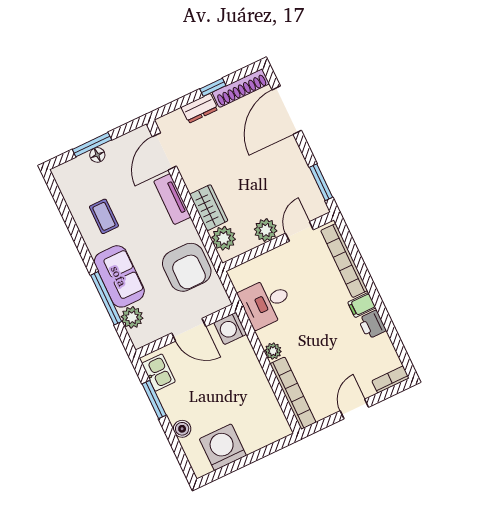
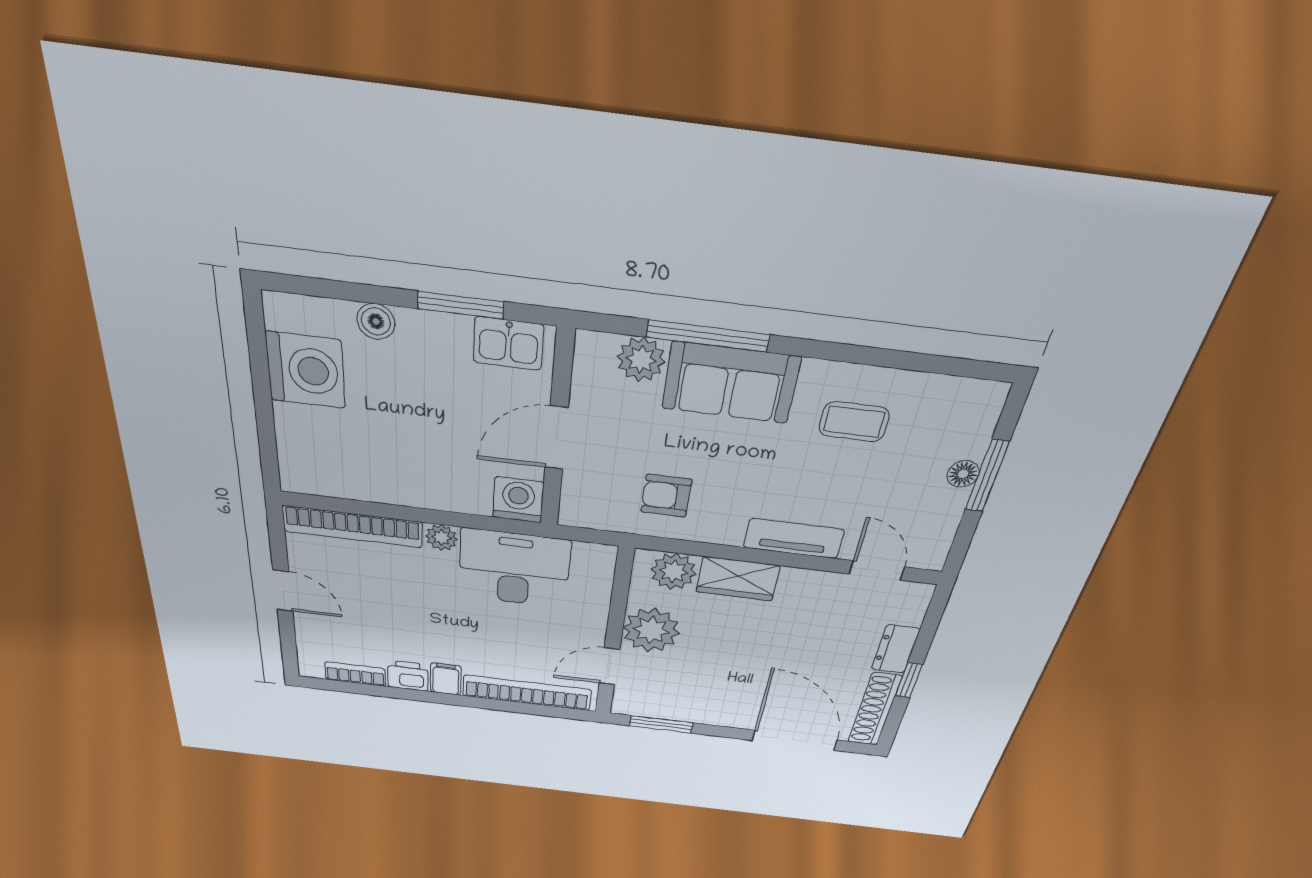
door: (164, 151) -> (877, 570), width x0.73
plant: (266, 230) -> (651, 630), width x1.36, depth x1.36
door: (299, 231) -> (609, 666), swing flipped
armchair: (187, 267) -> (666, 496), width x0.53, depth x0.53
desk: (266, 302) -> (514, 569), width x1.37
bookcase: (391, 379) -> (355, 674), moved, turned -90

